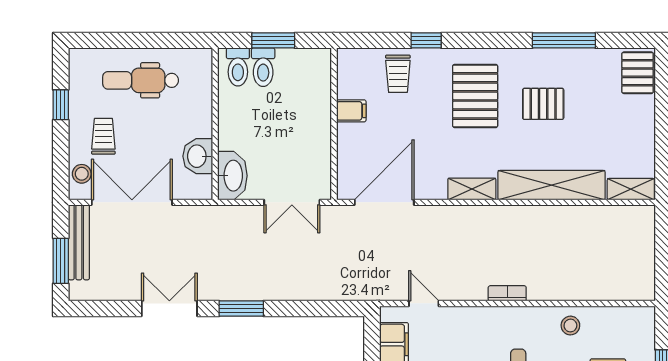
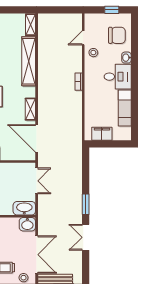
washbasin: (198, 156) -> (27, 224), moved
shelving: (472, 189) -> (30, 109), moved
double door: (132, 202) -> (37, 255), swing flipped
door: (424, 303) -> (83, 38), moved

